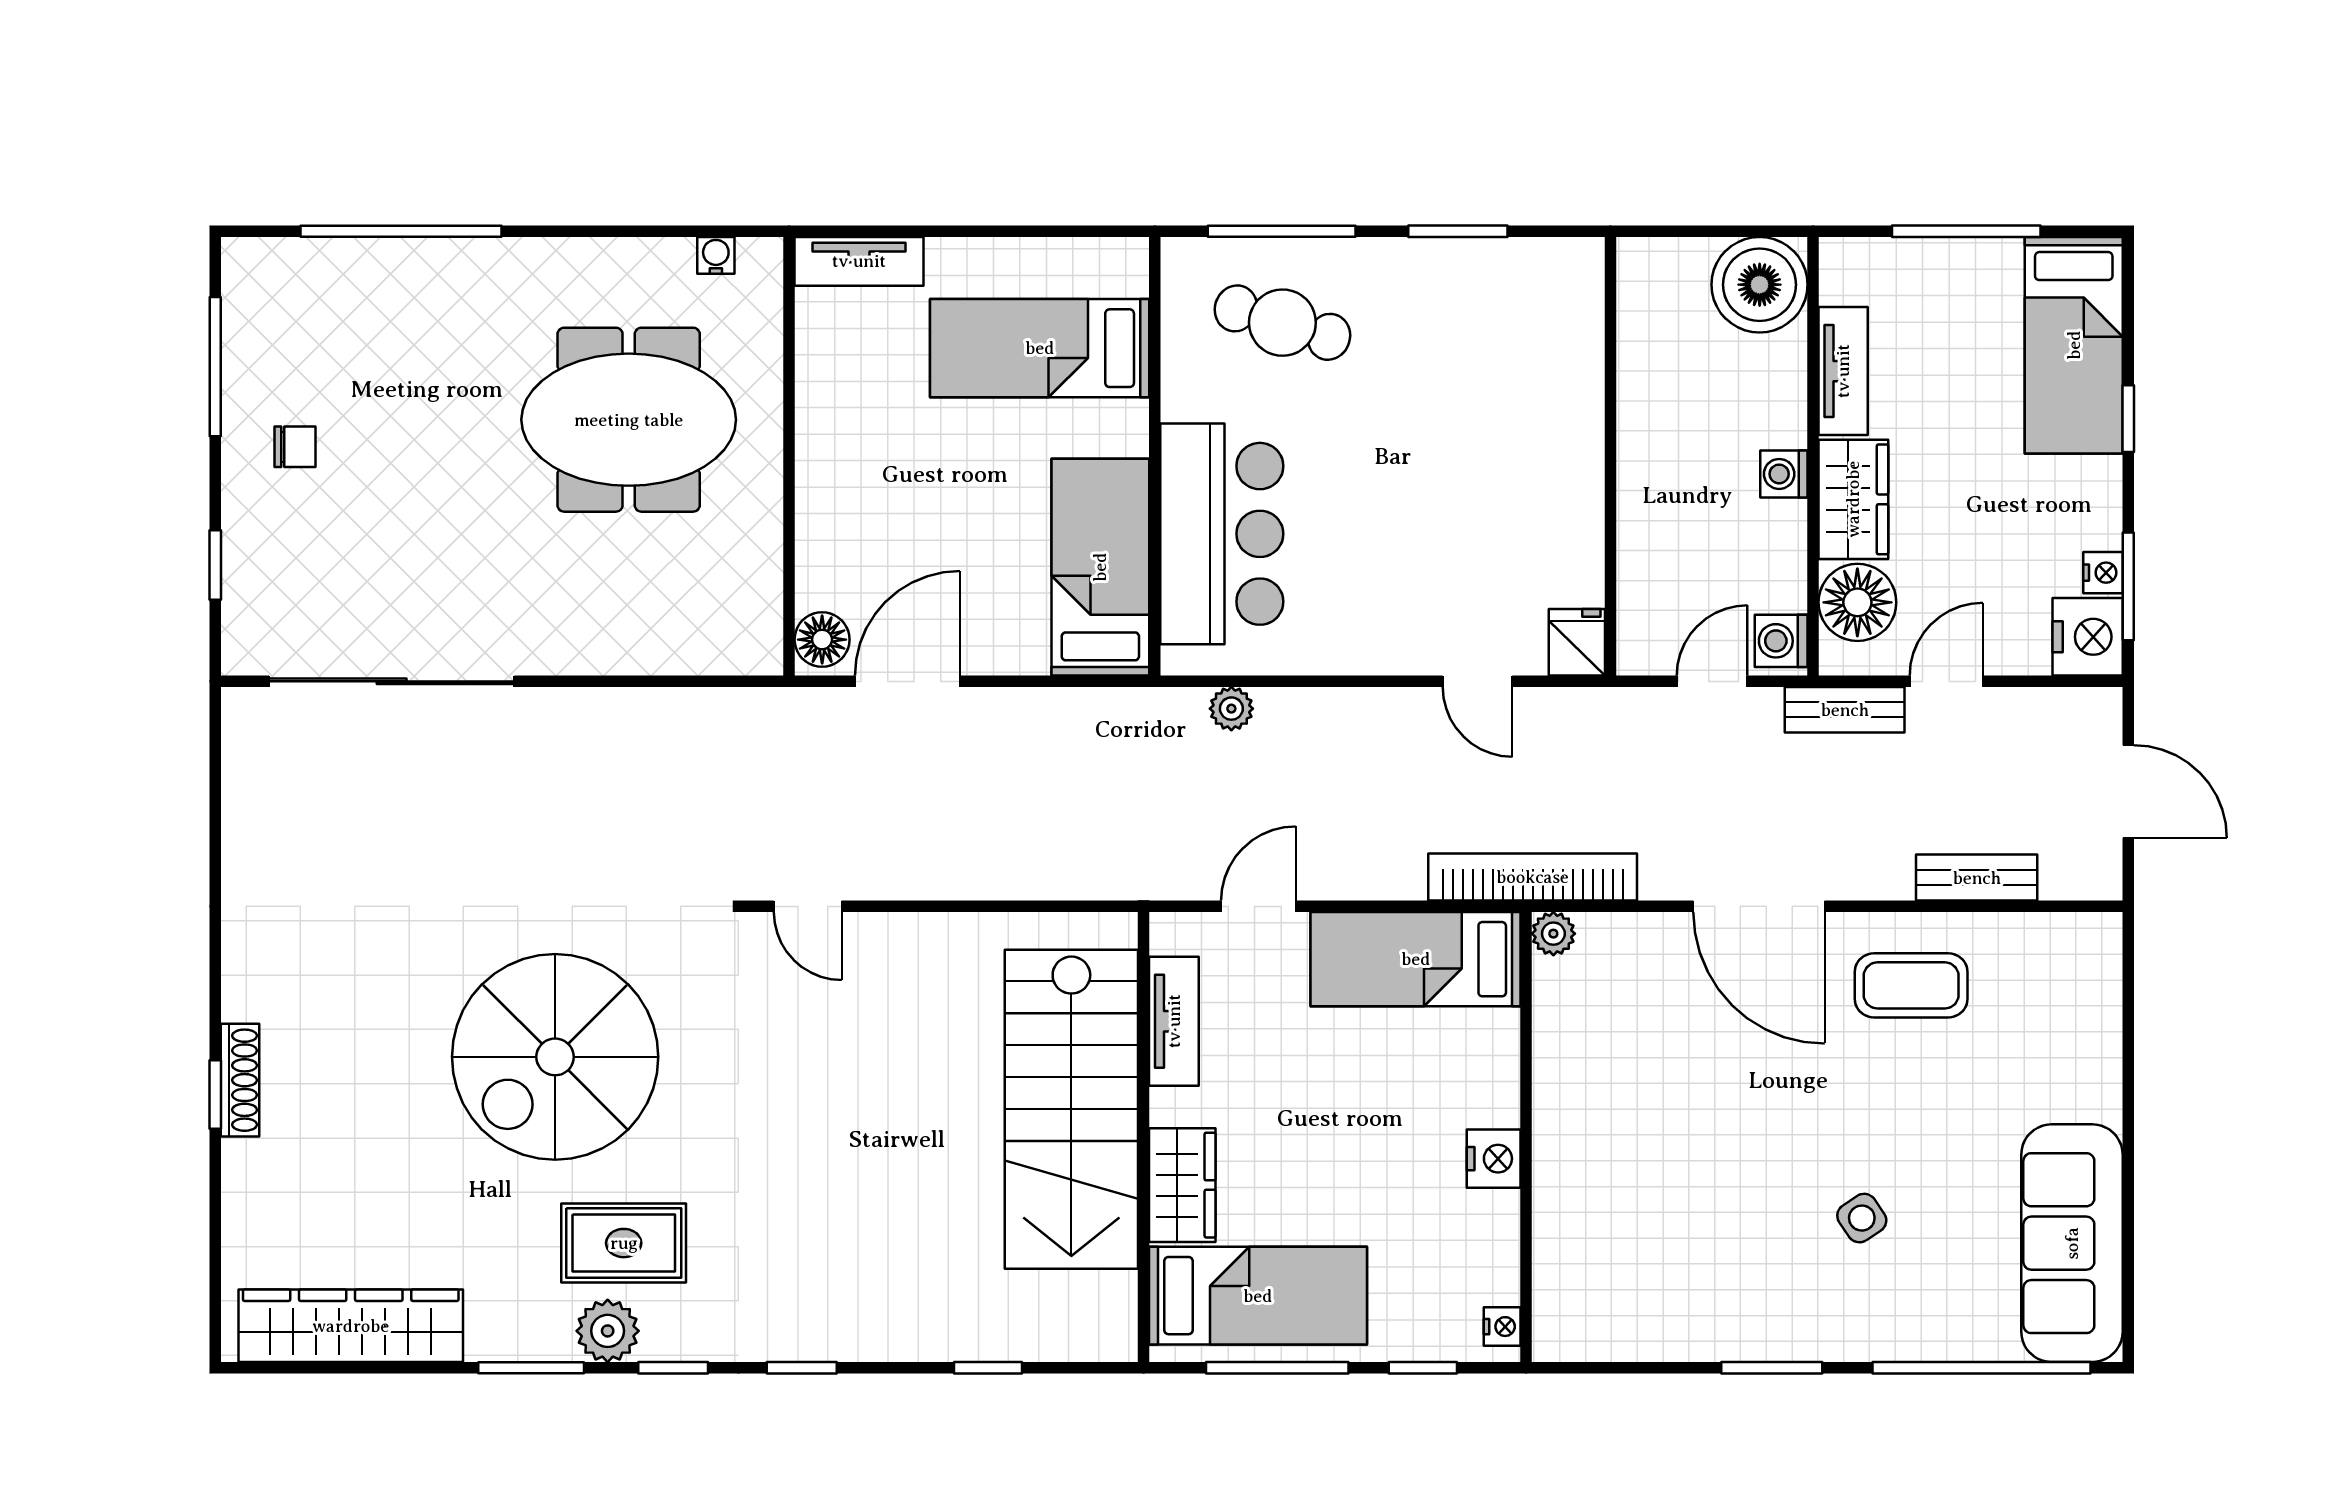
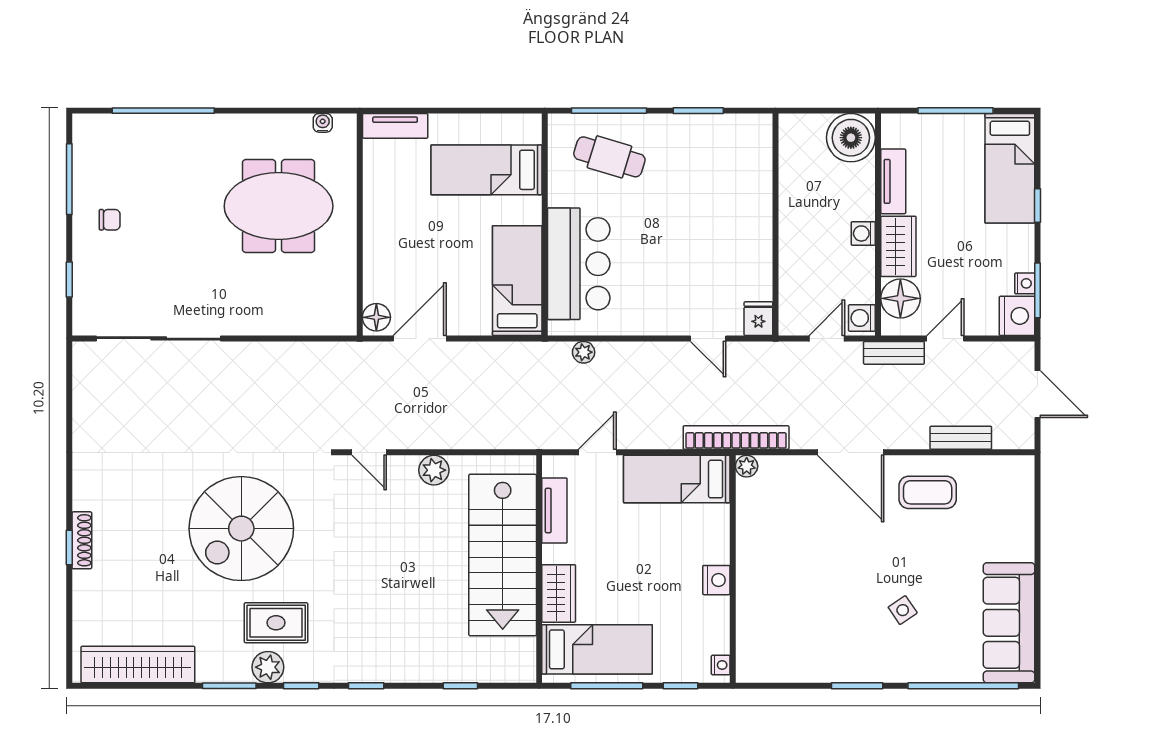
plant: (936, 942) -> (434, 470), added

